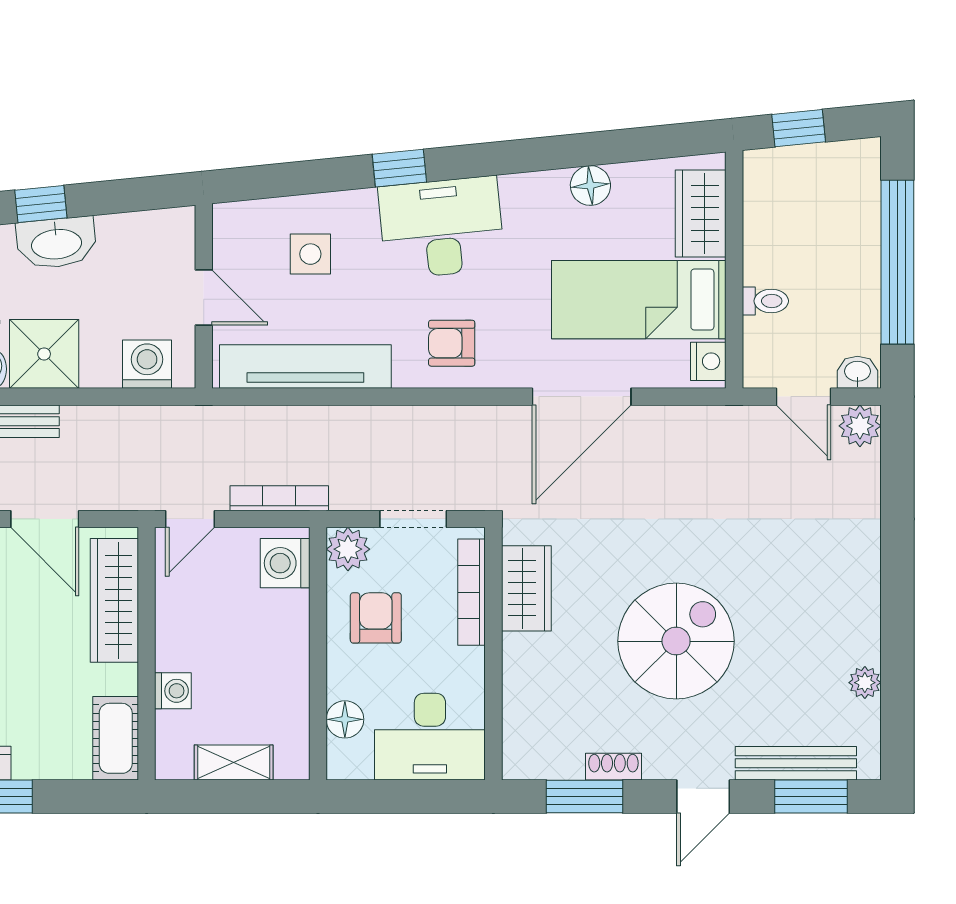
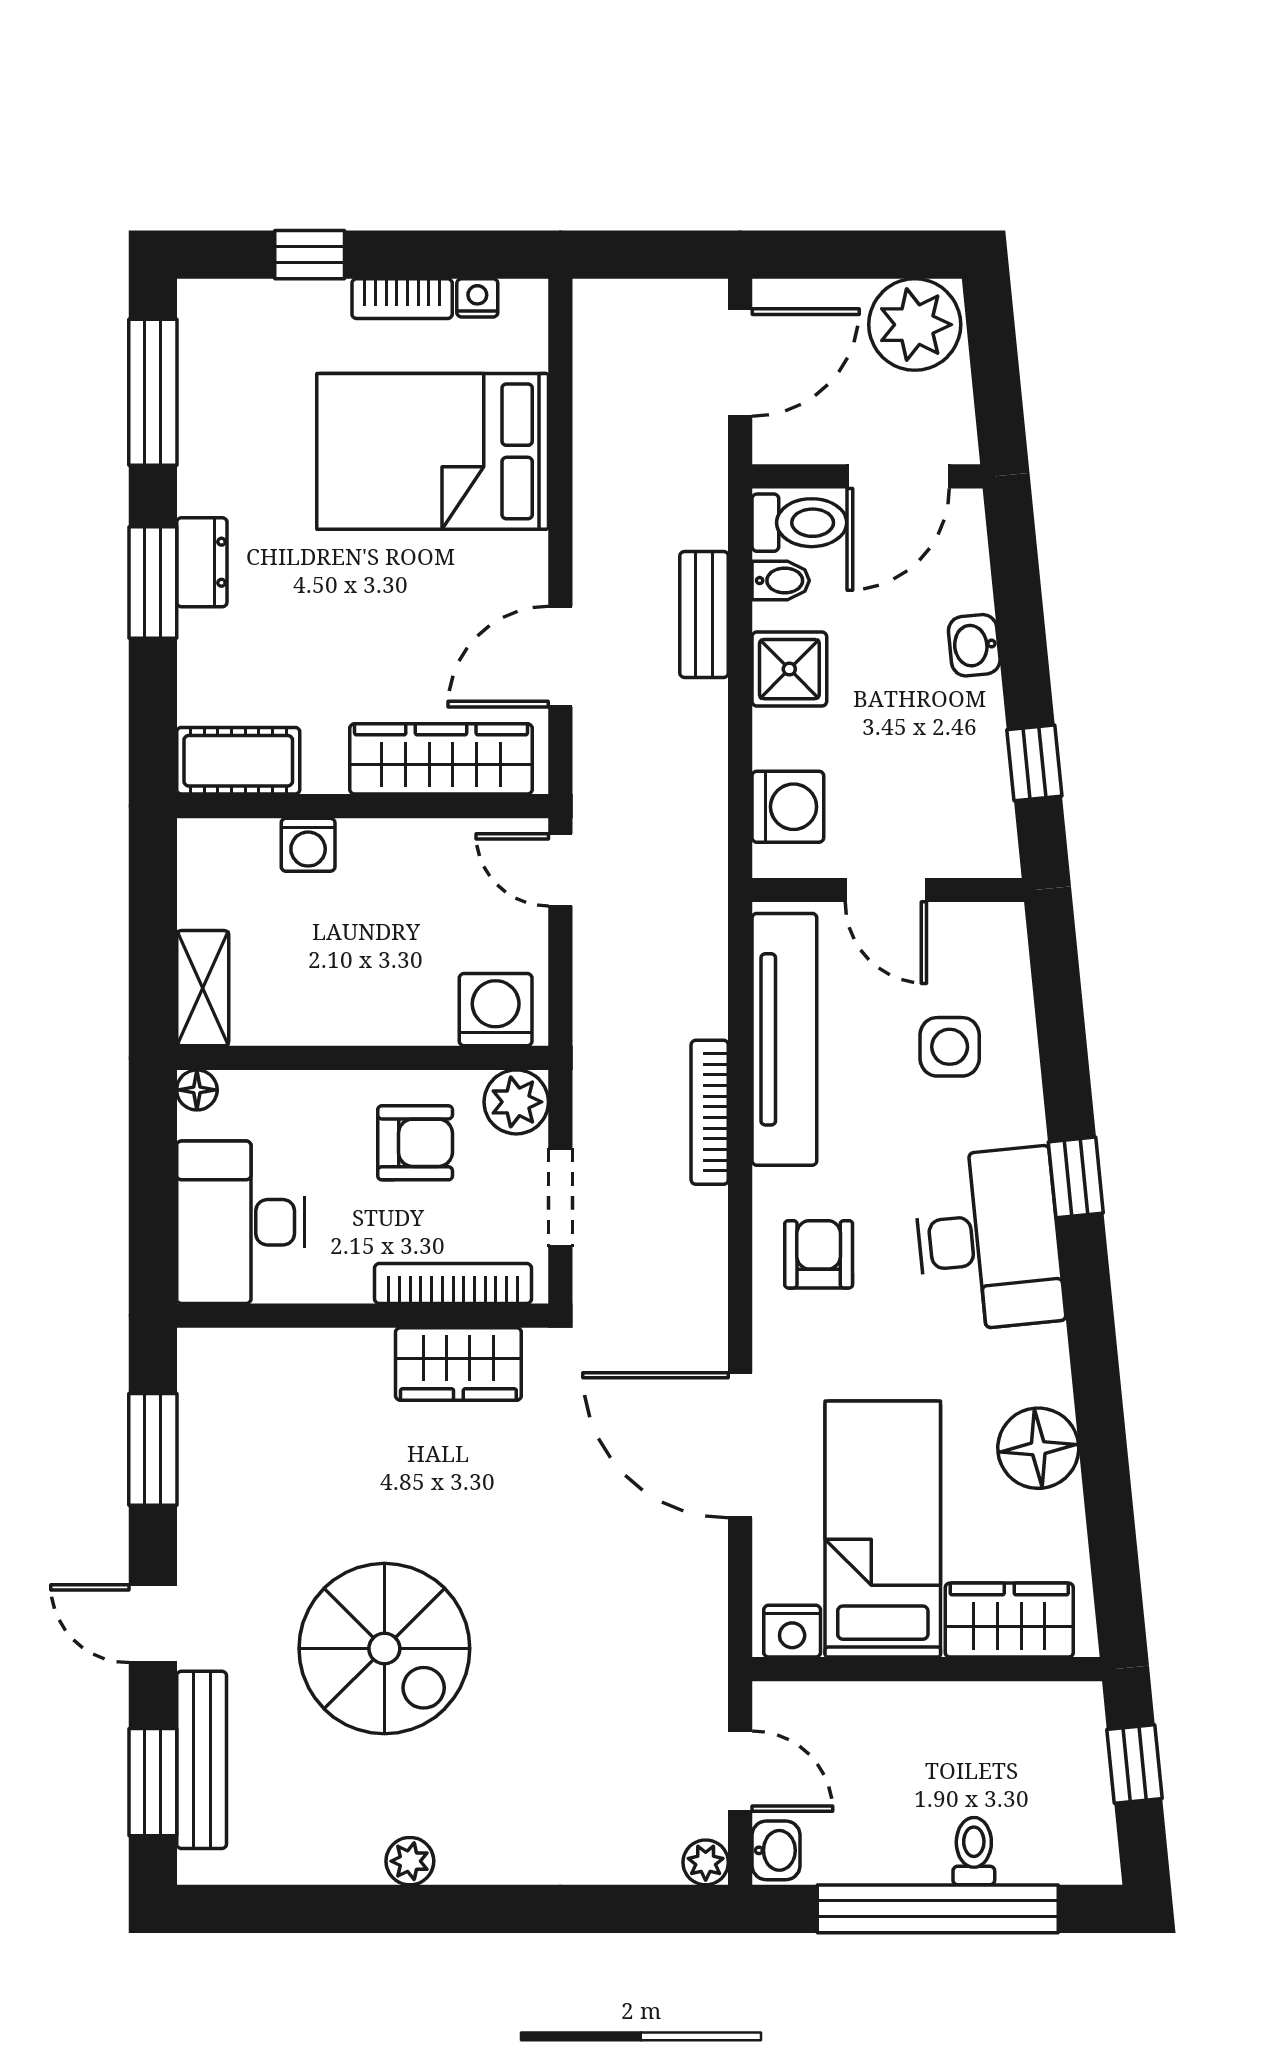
floor lamp: (590, 186) -> (1038, 1448), width x1.38, depth x1.38
window: (41, 204) -> (1034, 763), moved
washbasin: (56, 243) -> (974, 645), width x0.52, depth x0.69
door: (204, 297) -> (886, 890), hinge flipped
toilet: (765, 301) -> (974, 1851), moved, turned 180
shower: (44, 354) -> (789, 669), width x0.73, depth x0.73
door: (803, 397) -> (740, 1771), swing flipped
plant: (860, 426) -> (706, 1862), width x0.73, depth x0.73
bookcase: (279, 498) -> (710, 1112), moved, turned 180
spiral stairs: (676, 641) -> (384, 1649), moved
plant: (865, 683) -> (410, 1861), moved
floor lamp: (345, 719) -> (197, 1090), moved, width x0.73, depth x0.73
shelving: (234, 763) -> (203, 988), moved
shoe rack: (613, 767) -> (197, 1492), removed

